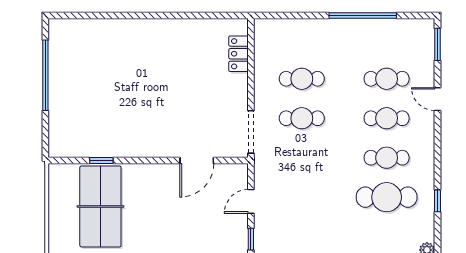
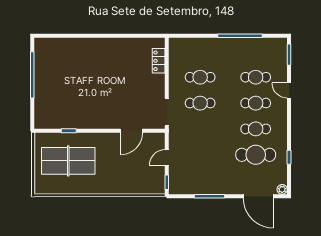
table tennis table: (100, 206) -> (68, 161), turned 90

